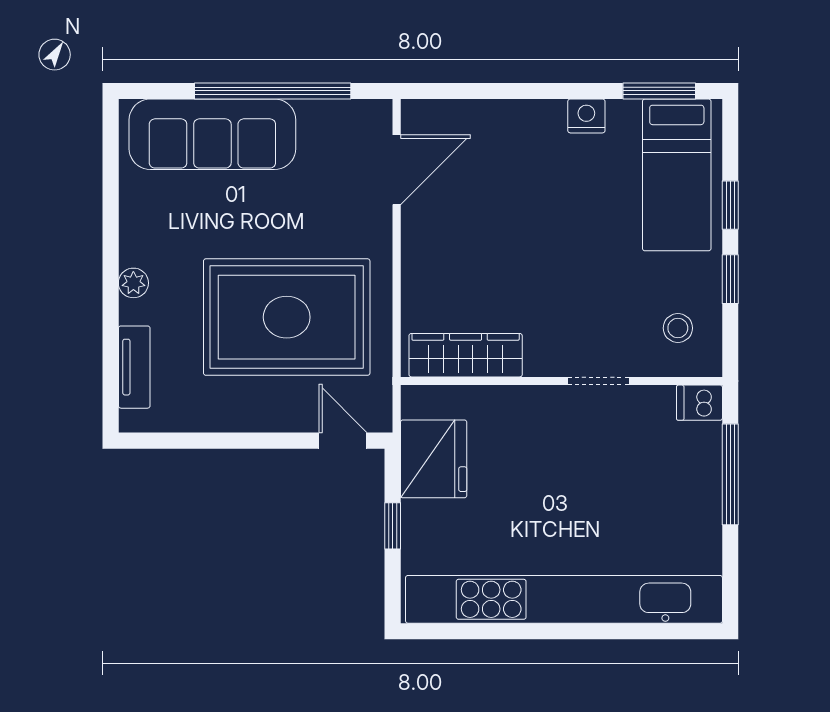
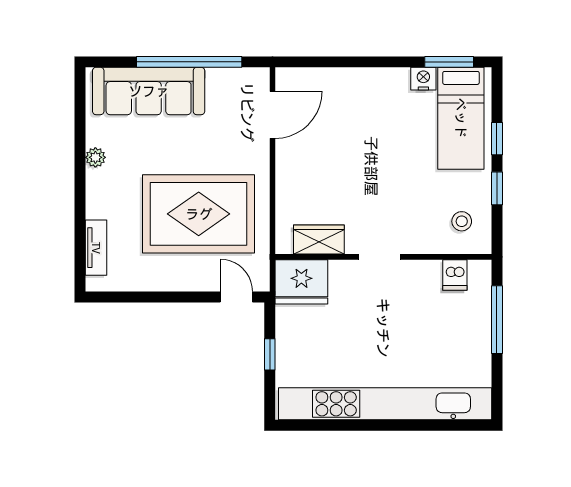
nightstand: (586, 116) -> (423, 79), moved
plant: (133, 283) -> (95, 157), moved
wardrobe: (466, 355) -> (319, 240), width x0.67
doorway: (599, 381) -> (380, 257), moved
dishwasher: (699, 403) -> (455, 275), moved, turned -90
fridge: (434, 459) -> (301, 282), moved, turned 90

